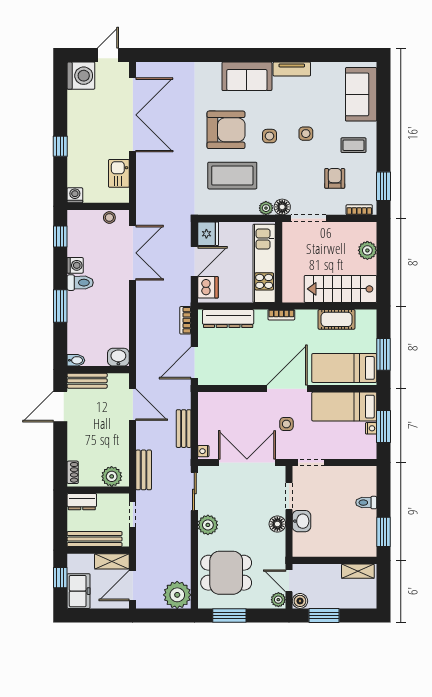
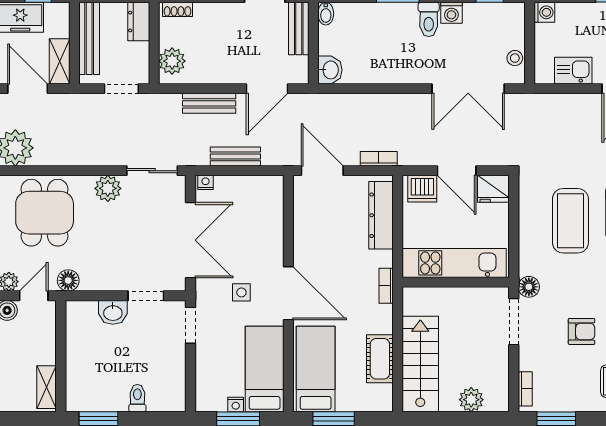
armchair: (335, 178) -> (582, 331), moved
plant: (266, 208) -> (527, 265), removed
bench: (144, 470) -> (209, 103), moved
floor lamp: (277, 524) -> (68, 280), moved

